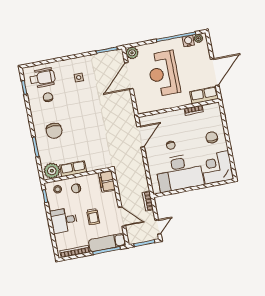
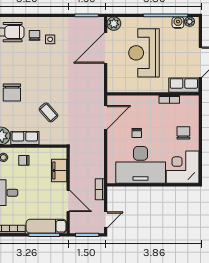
chair: (48, 97) -> (34, 35), moved
coffee table: (90, 142) -> (48, 112), added
filing cabinet: (107, 181) -> (59, 171), moved
trolley: (93, 217) -> (37, 195), removed

